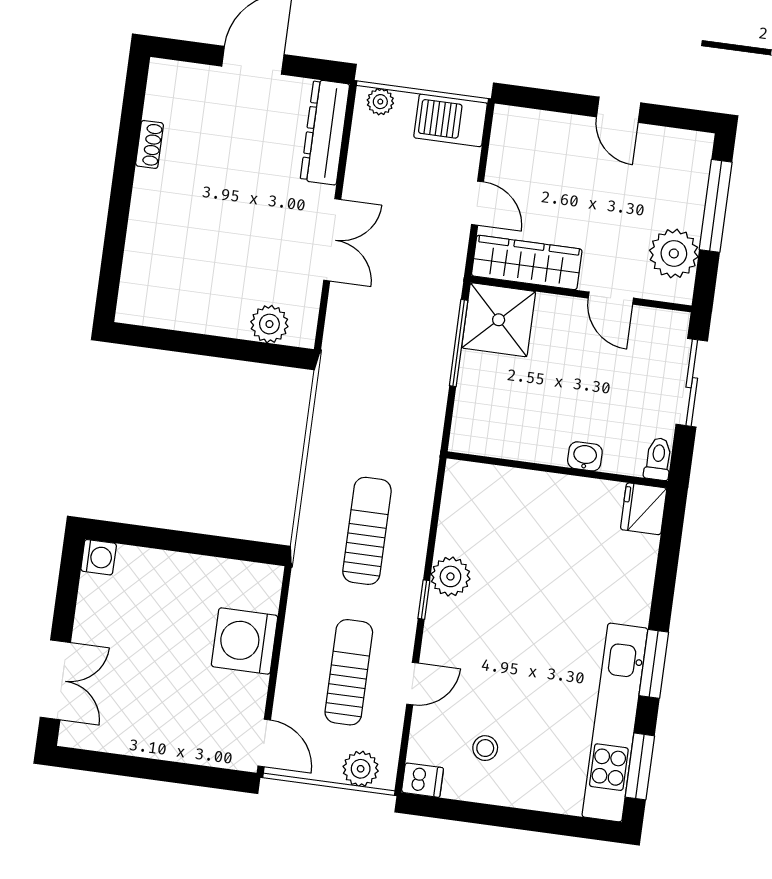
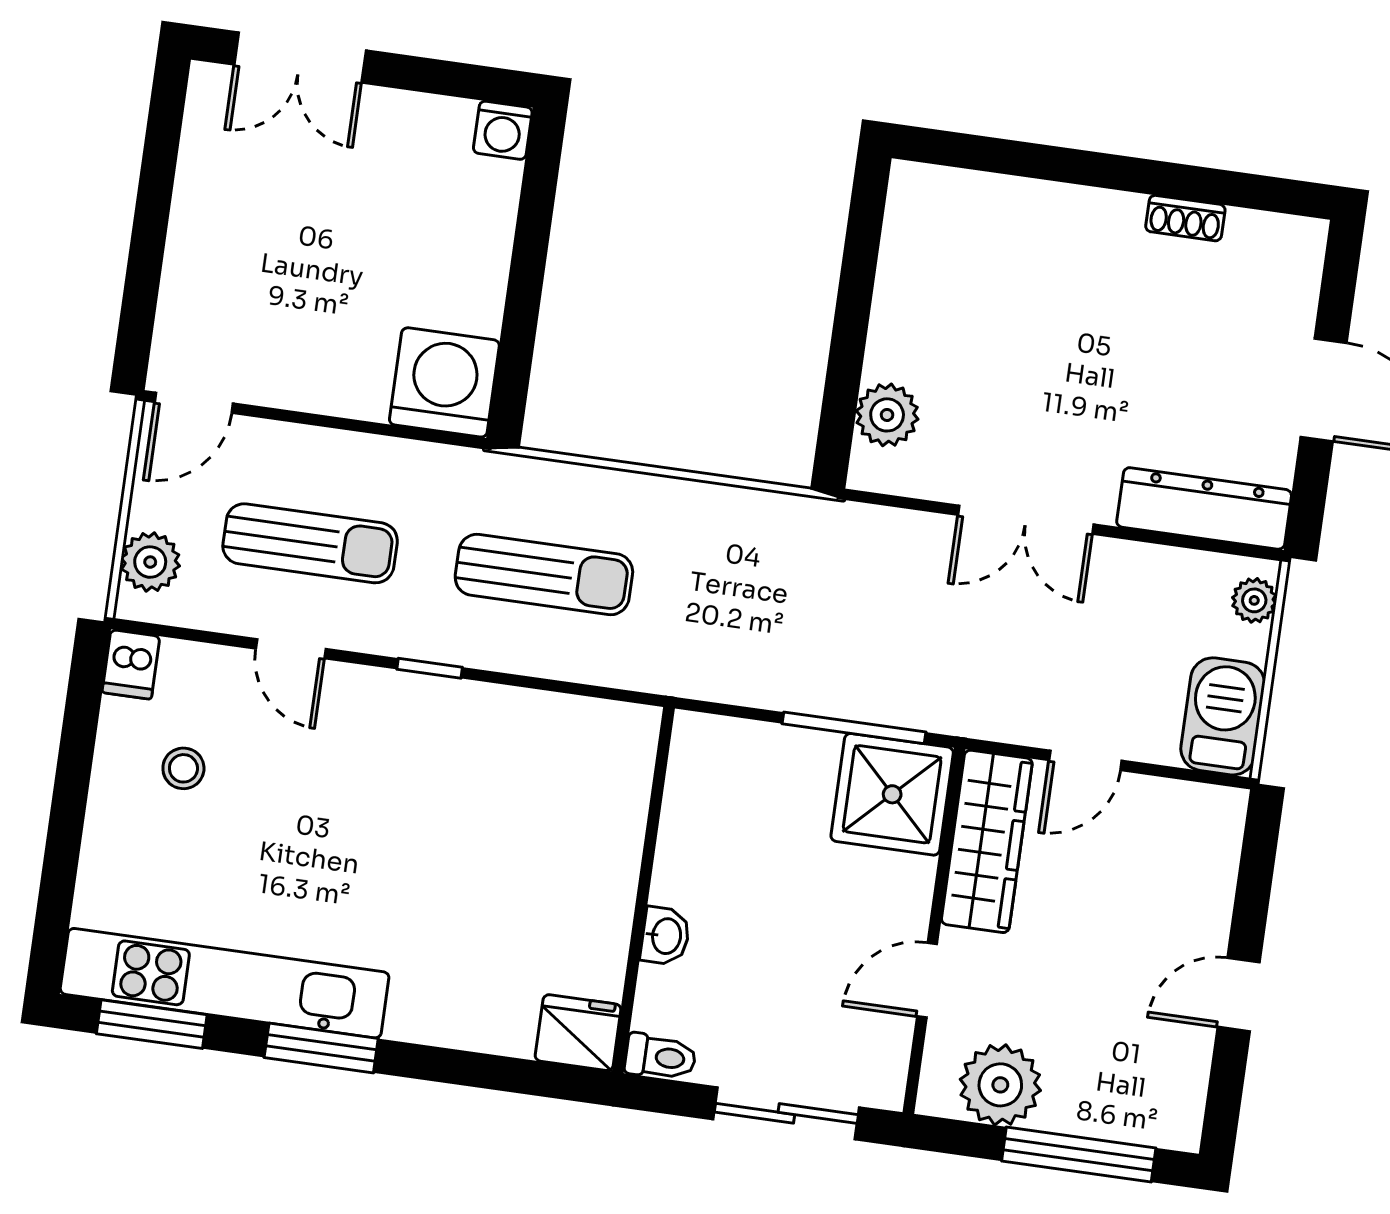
plant: (450, 576) -> (468, 712), removed
washing machine: (245, 641) -> (444, 382), moved

